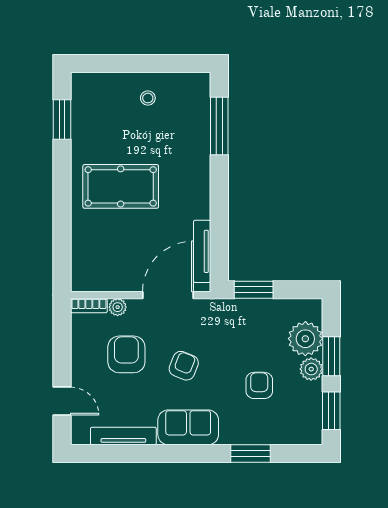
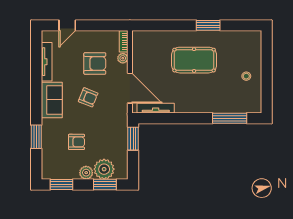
window: (62, 120) -> (208, 25), moved
pool table: (121, 186) -> (194, 60), turned 90
window: (331, 356) -> (105, 184), moved

